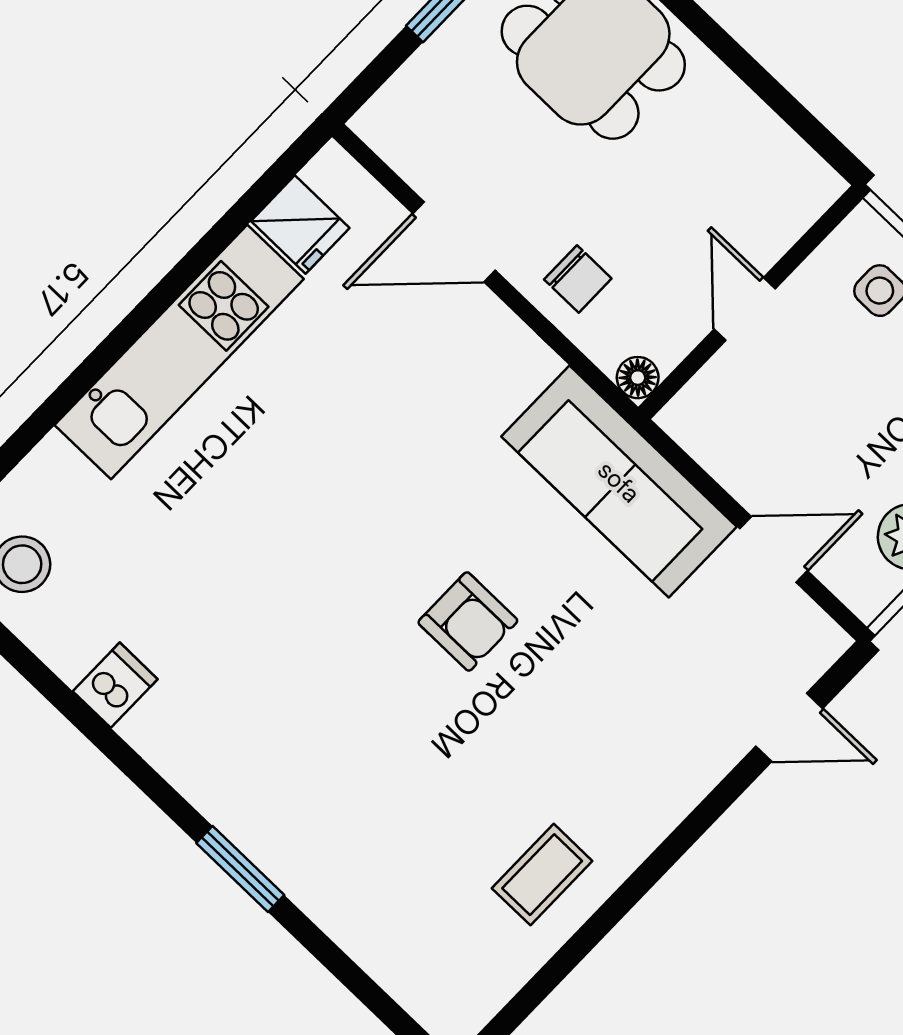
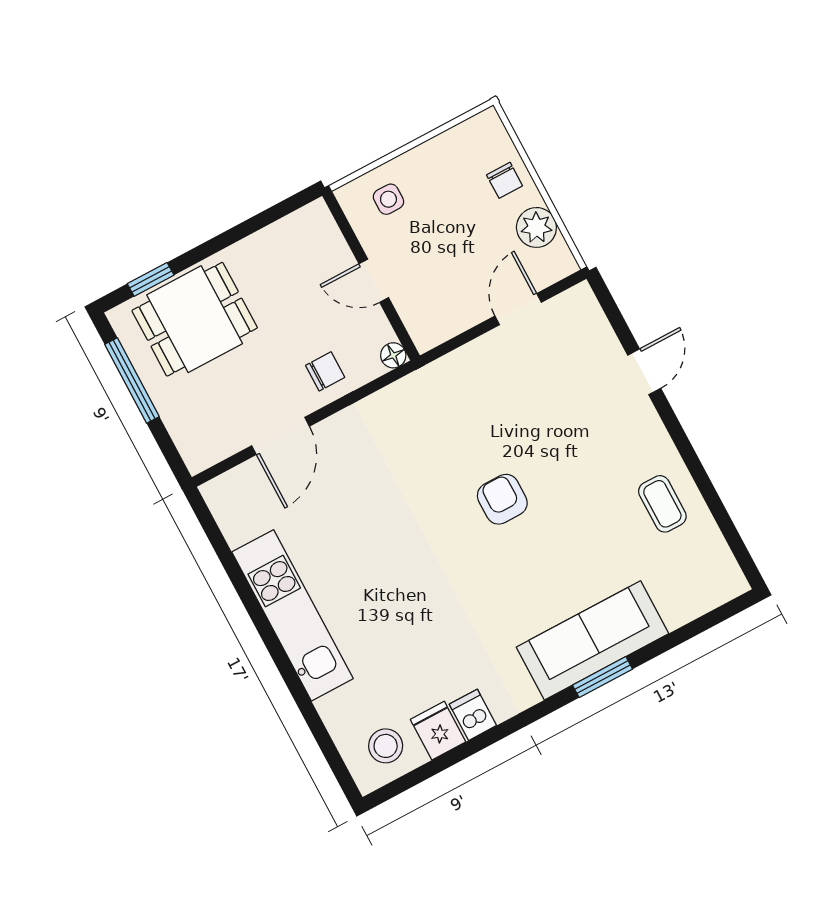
fridge: (300, 225) -> (438, 731), moved, turned -90
sofa: (619, 482) -> (593, 640), moved, turned 180
armchair: (468, 621) -> (502, 499), turned -90
door: (789, 727) -> (644, 372), moved

